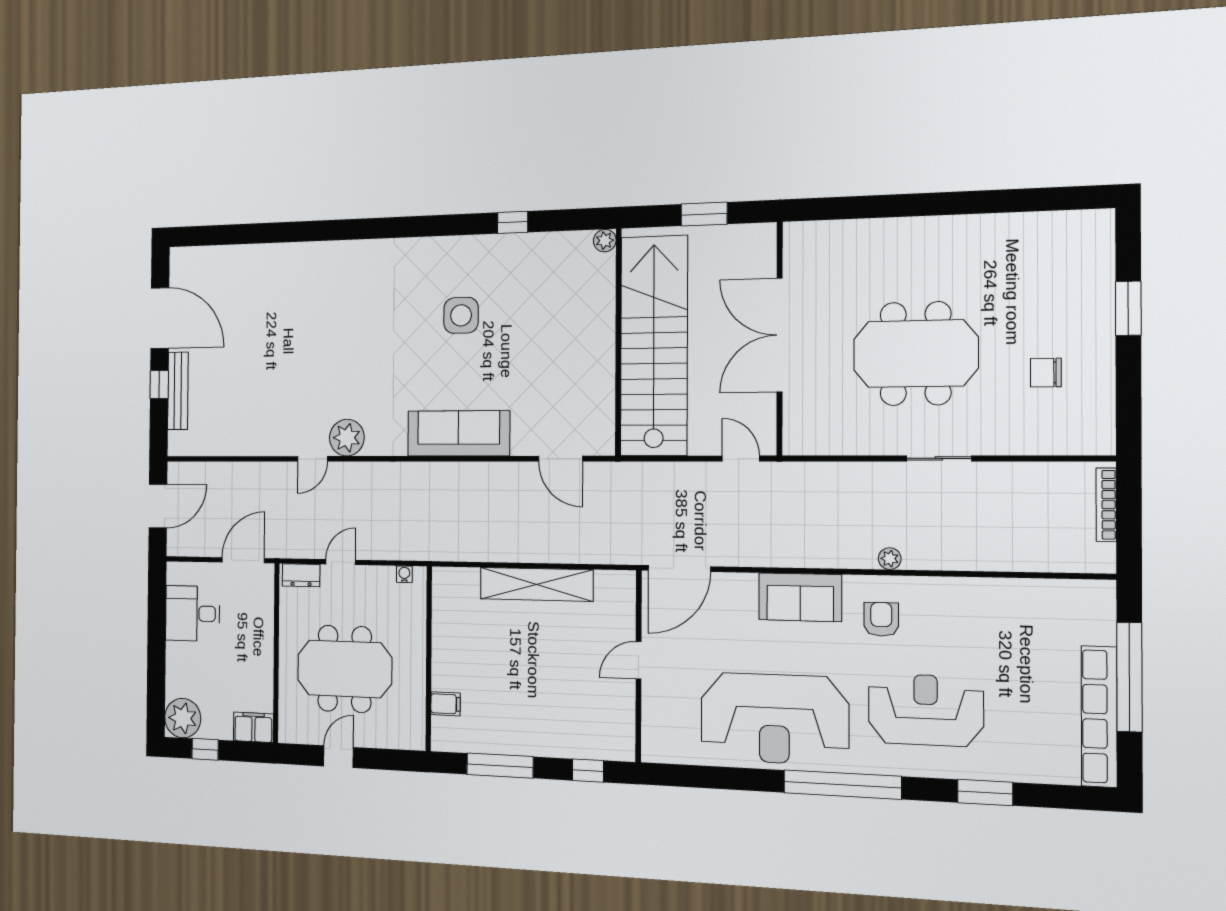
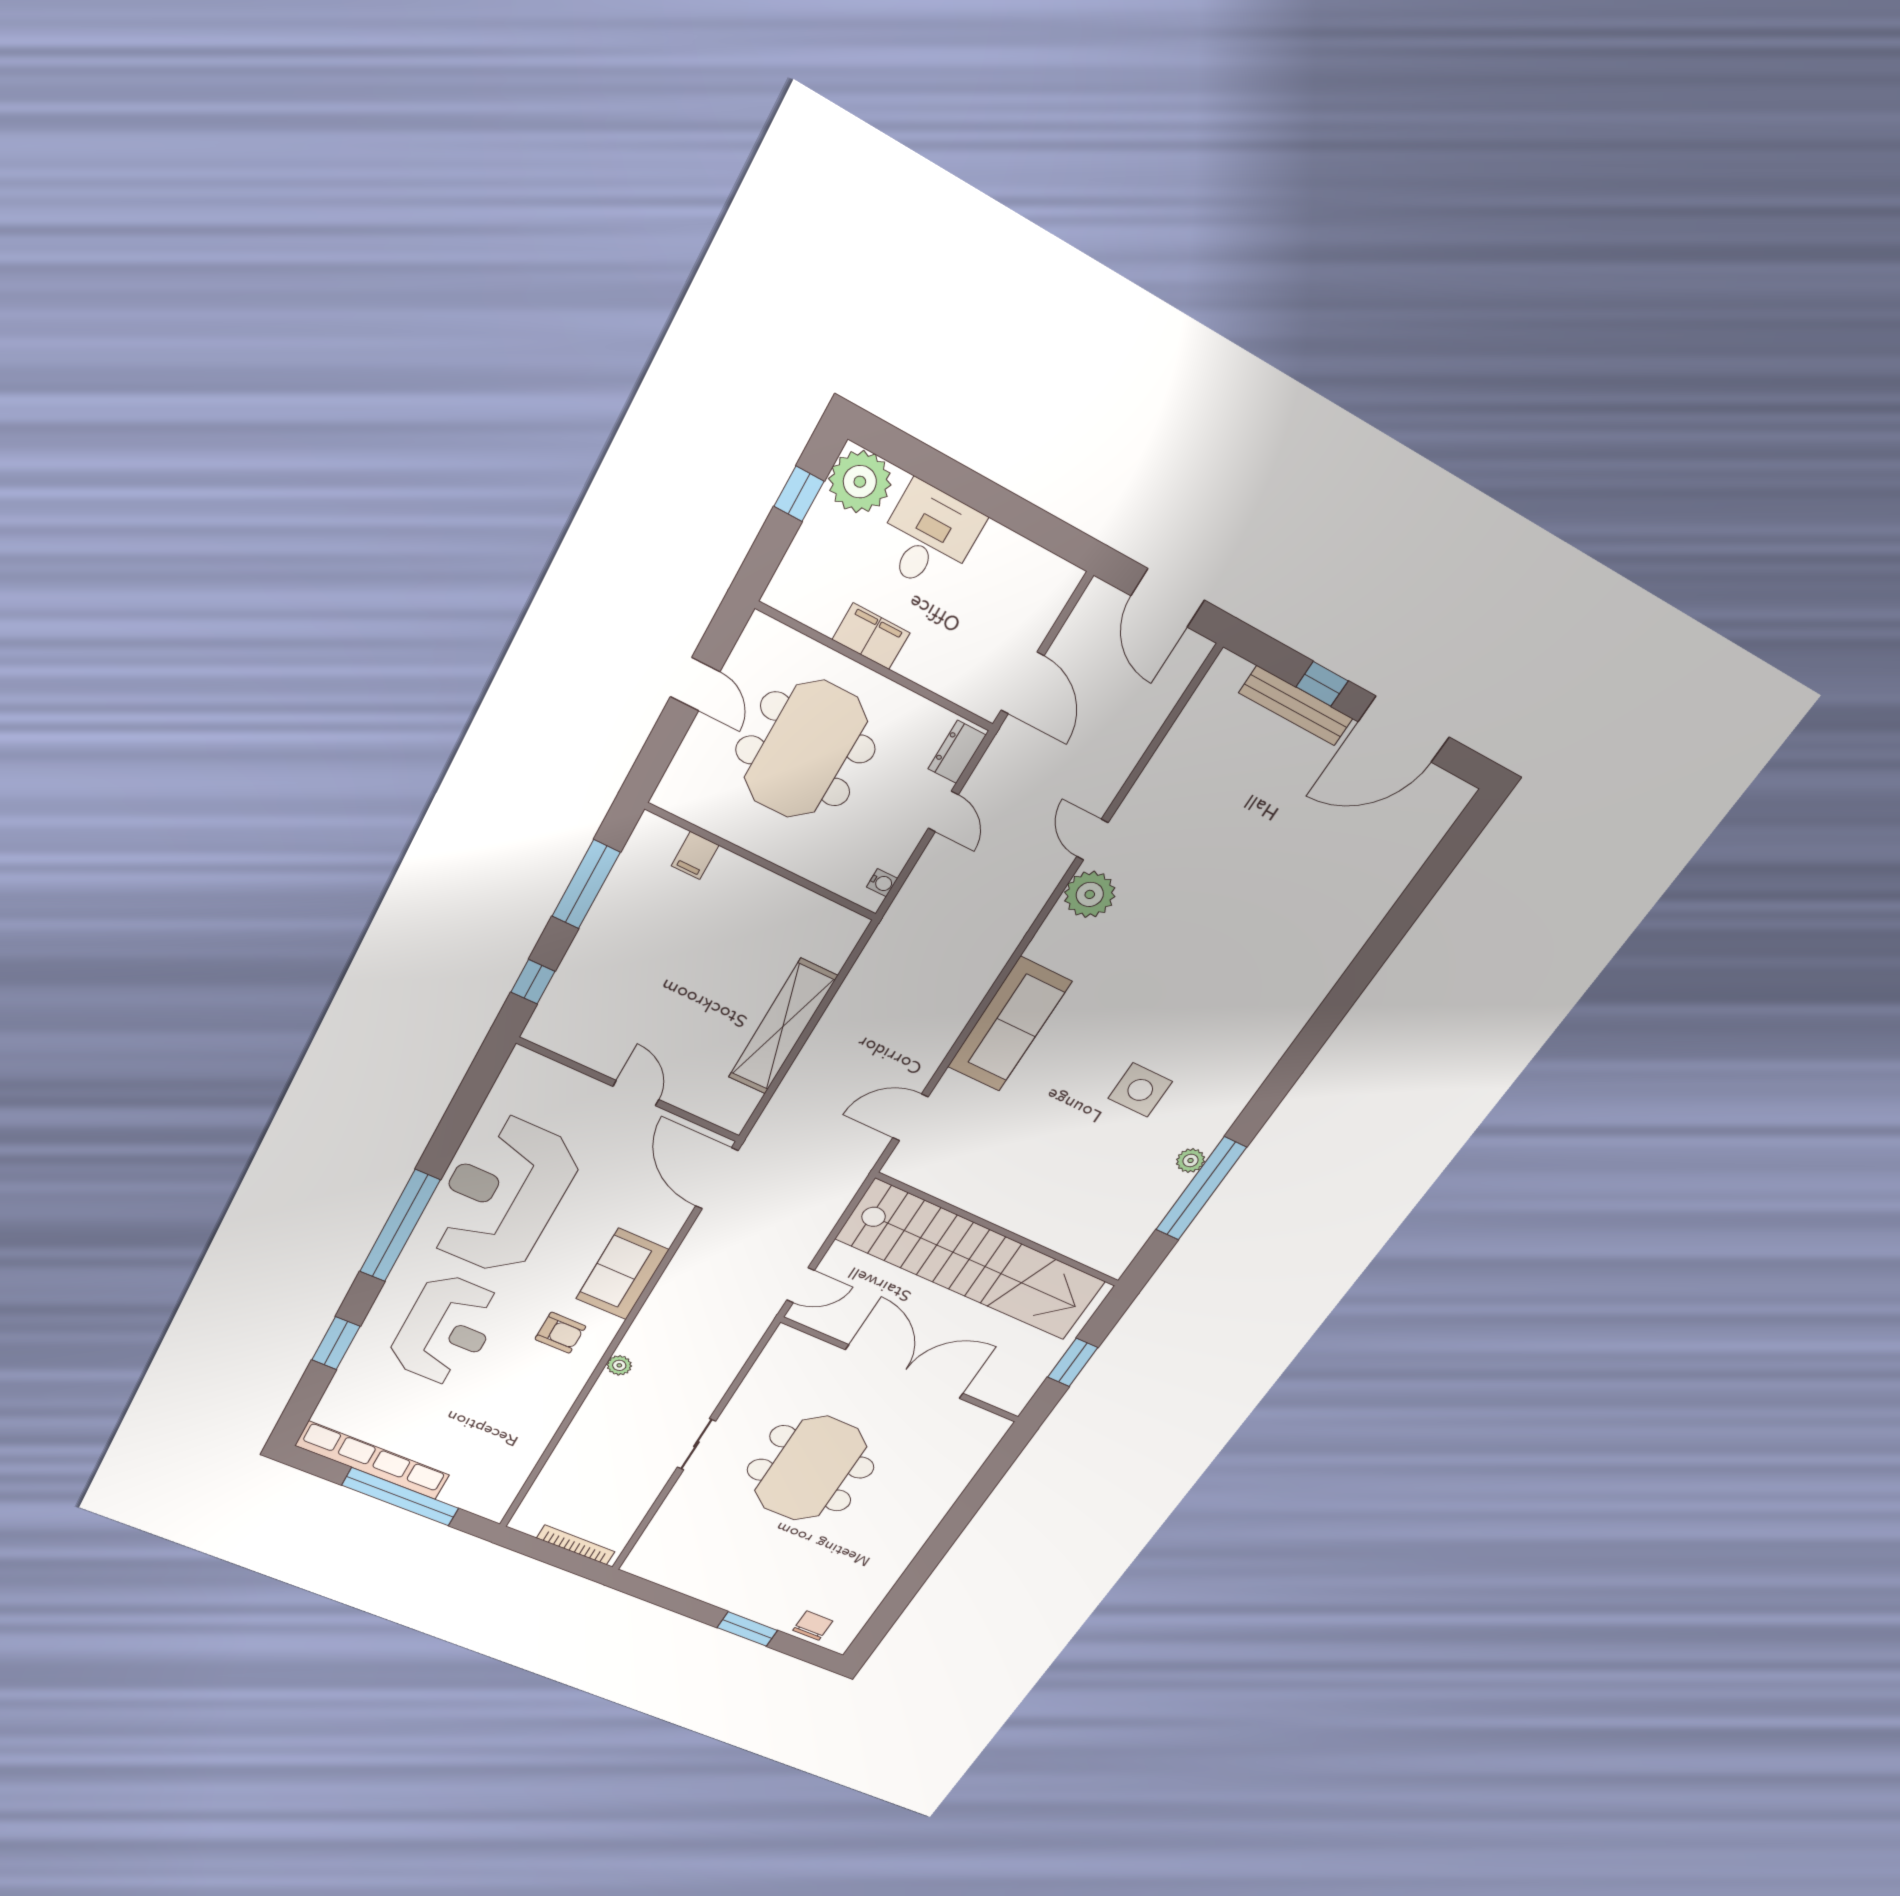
window: (513, 222) -> (1201, 1189), width x3.17
plant: (605, 241) -> (1191, 1161), moved
chair: (1046, 373) -> (813, 1626), moved
desk: (193, 613) -> (928, 537), moved
filing cabinet: (253, 727) -> (871, 636), moved, turned -90

